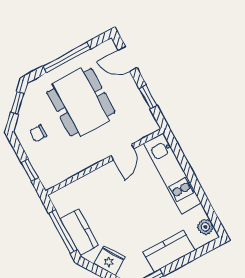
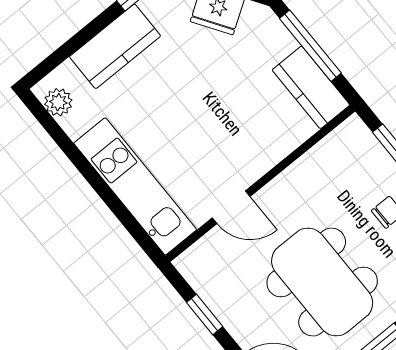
door: (123, 152) -> (231, 207), swing flipped
kitchen counter: (79, 232) -> (311, 87), moved

